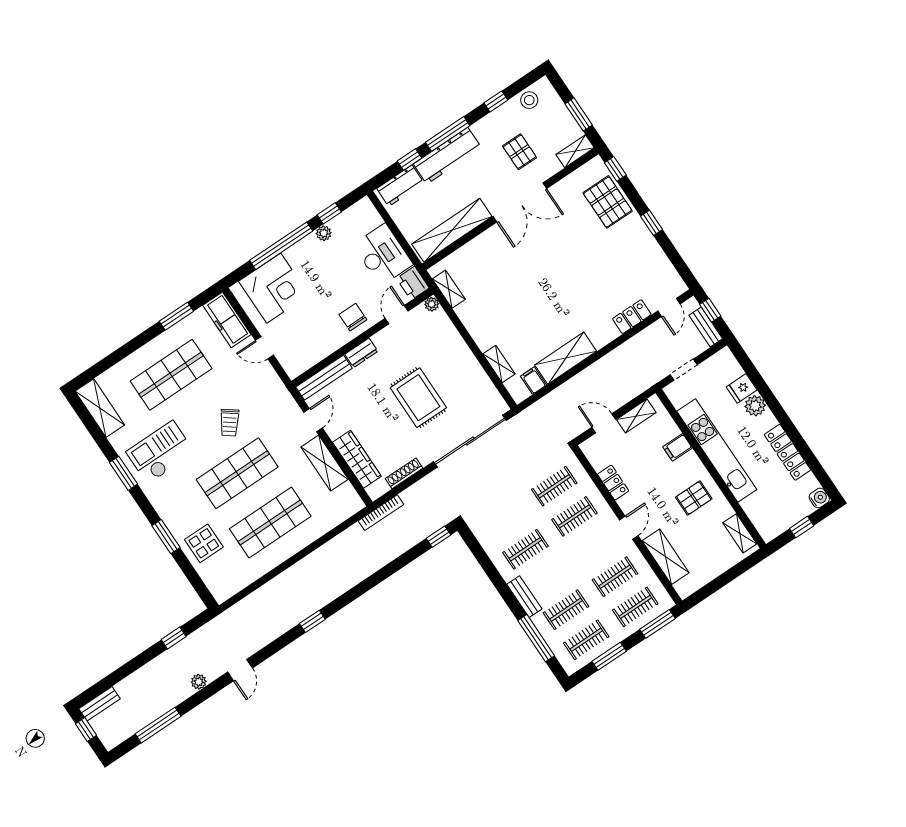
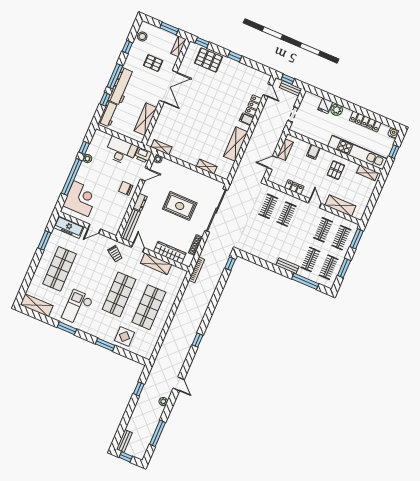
shelving: (452, 230) -> (145, 119), width x0.68
door: (397, 315) -> (145, 174), swing flipped
filing cabinet: (533, 381) -> (247, 119), moved
trolley: (229, 423) -> (115, 254), moved
kitchen unit: (717, 450) -> (358, 152), moved
clothes rail: (525, 549) -> (274, 244), removed

